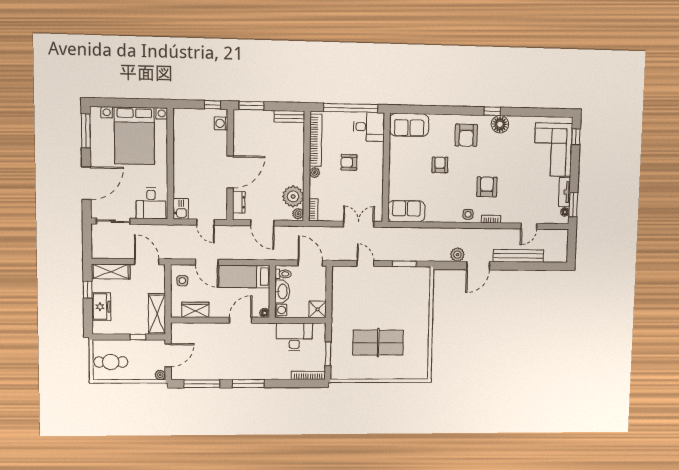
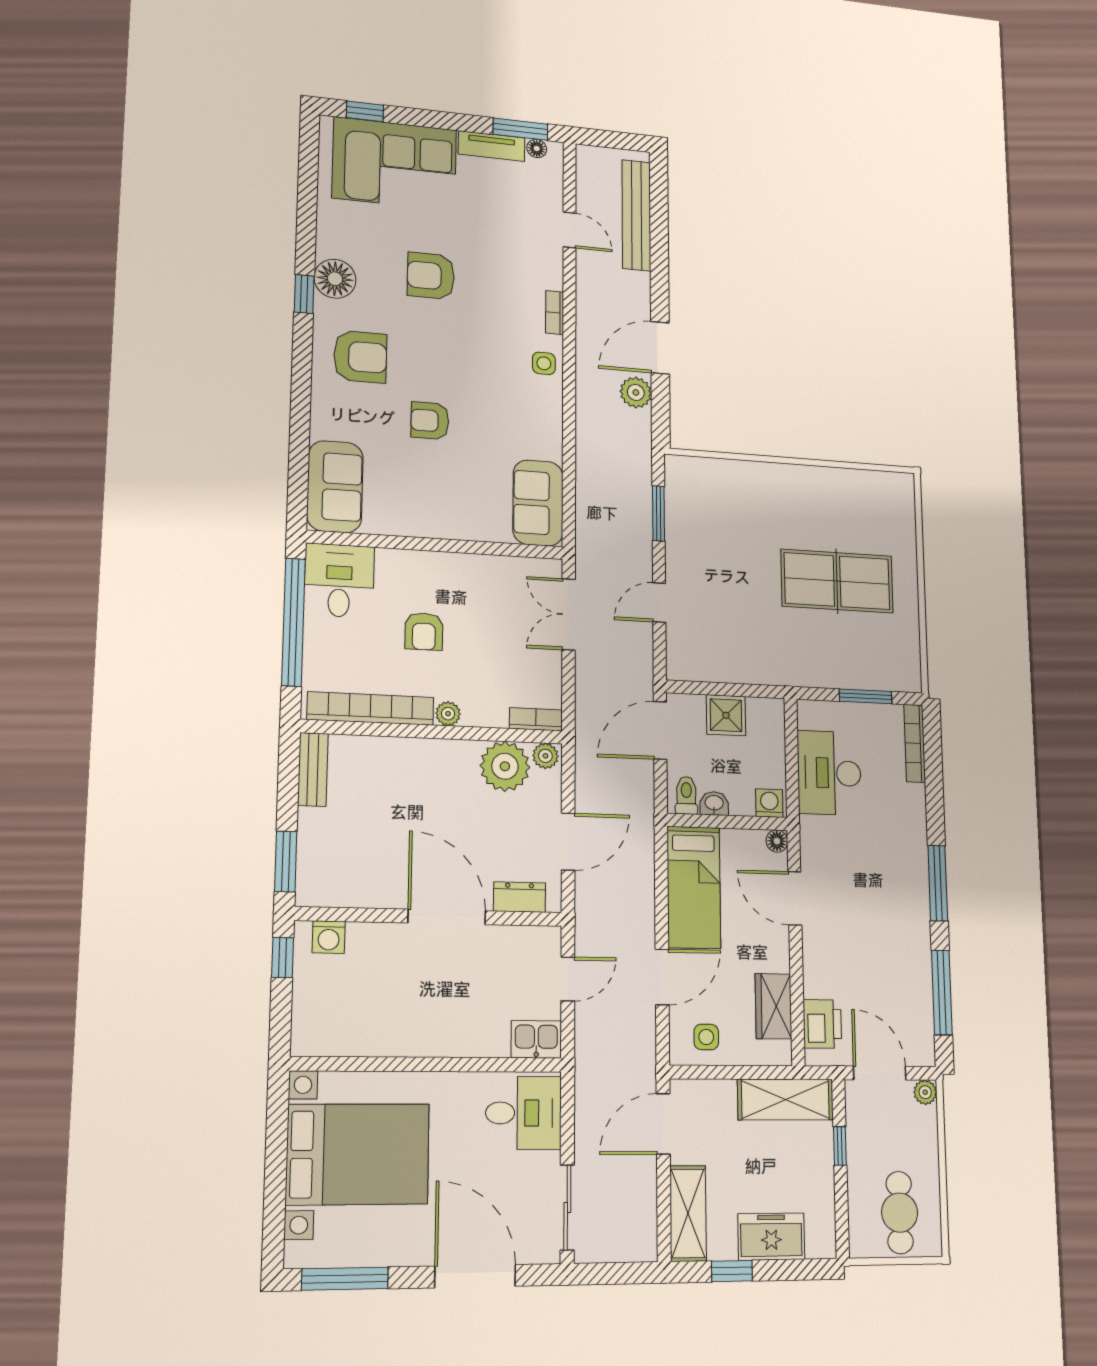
armchair: (487, 187) -> (431, 276), moved
bench: (518, 256) -> (636, 215), moved
door: (478, 266) -> (660, 348), swing flipped
washbasin: (282, 291) -> (714, 803), width x0.52, depth x0.69
shower: (318, 309) -> (726, 715), moved
printer: (188, 331) -> (822, 1024), added
table tennis table: (378, 343) -> (837, 581), turned 90

